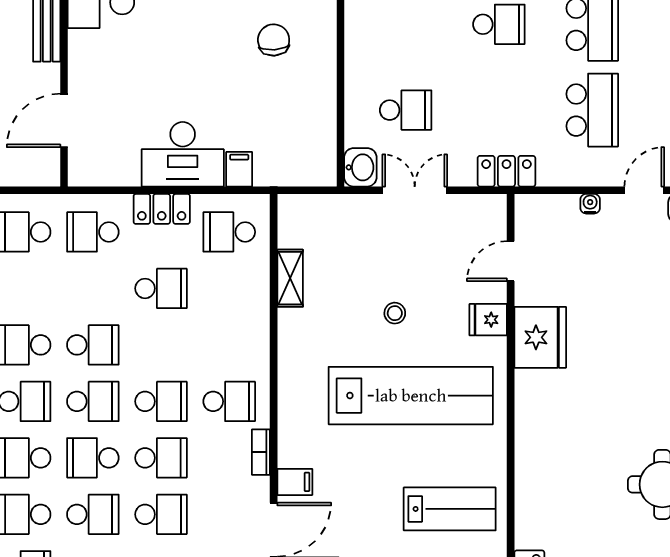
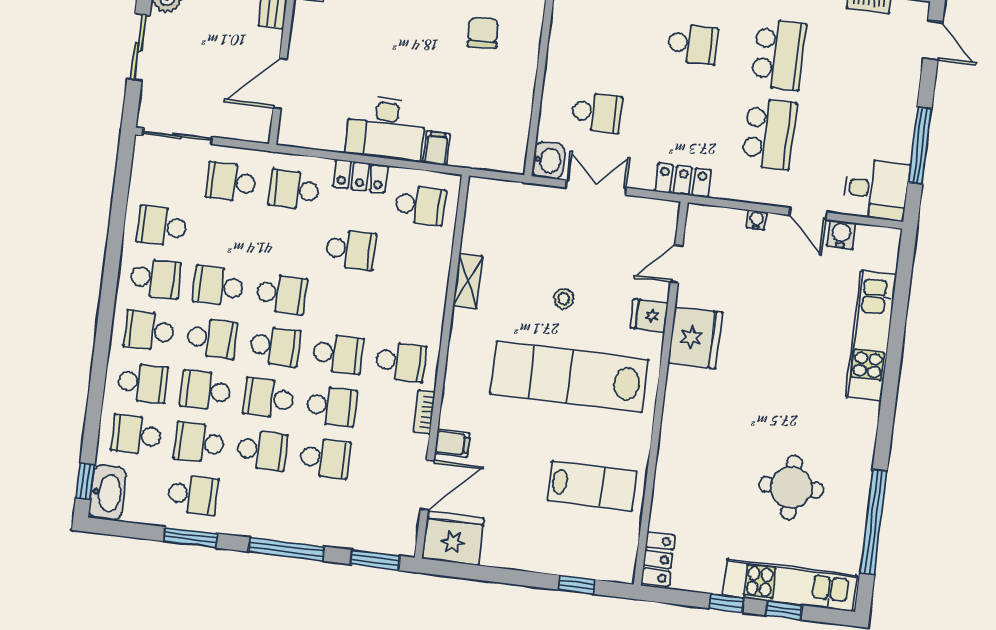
door: (644, 190) -> (808, 214), swing flipped
school desk: (229, 232) -> (420, 205), turned 180
shelving: (290, 278) -> (468, 281), moved
lab bench: (411, 396) -> (569, 377), turned 180

